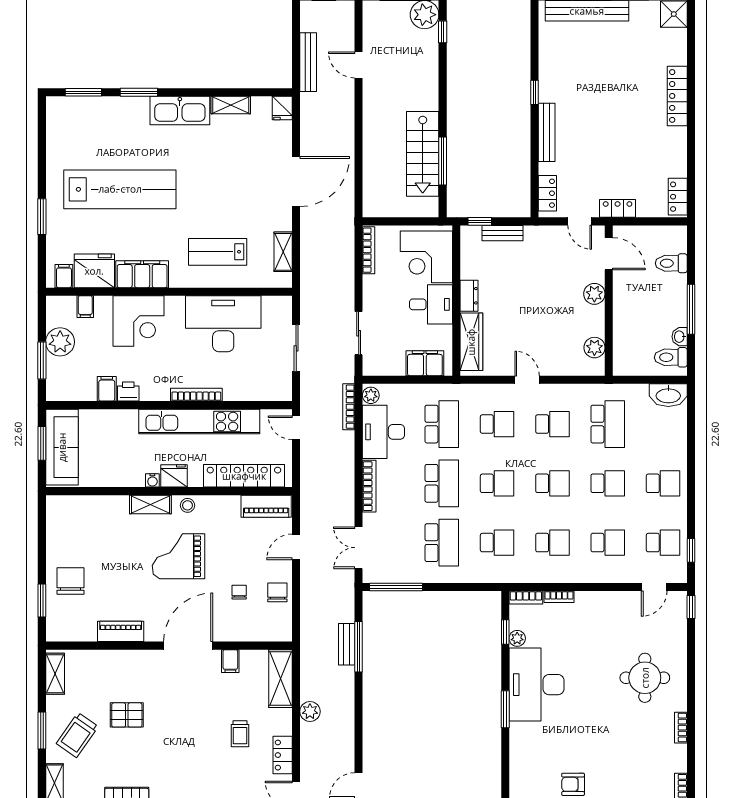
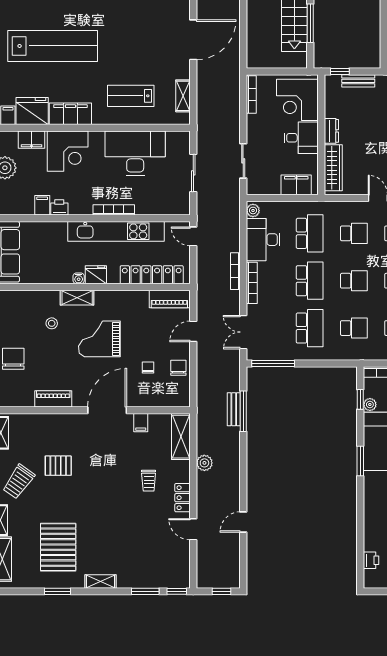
filing cabinet: (85, 307) -> (32, 140), width x2.00
bookcase: (349, 407) -> (235, 271), moved
stool: (188, 505) -> (52, 323), moved

